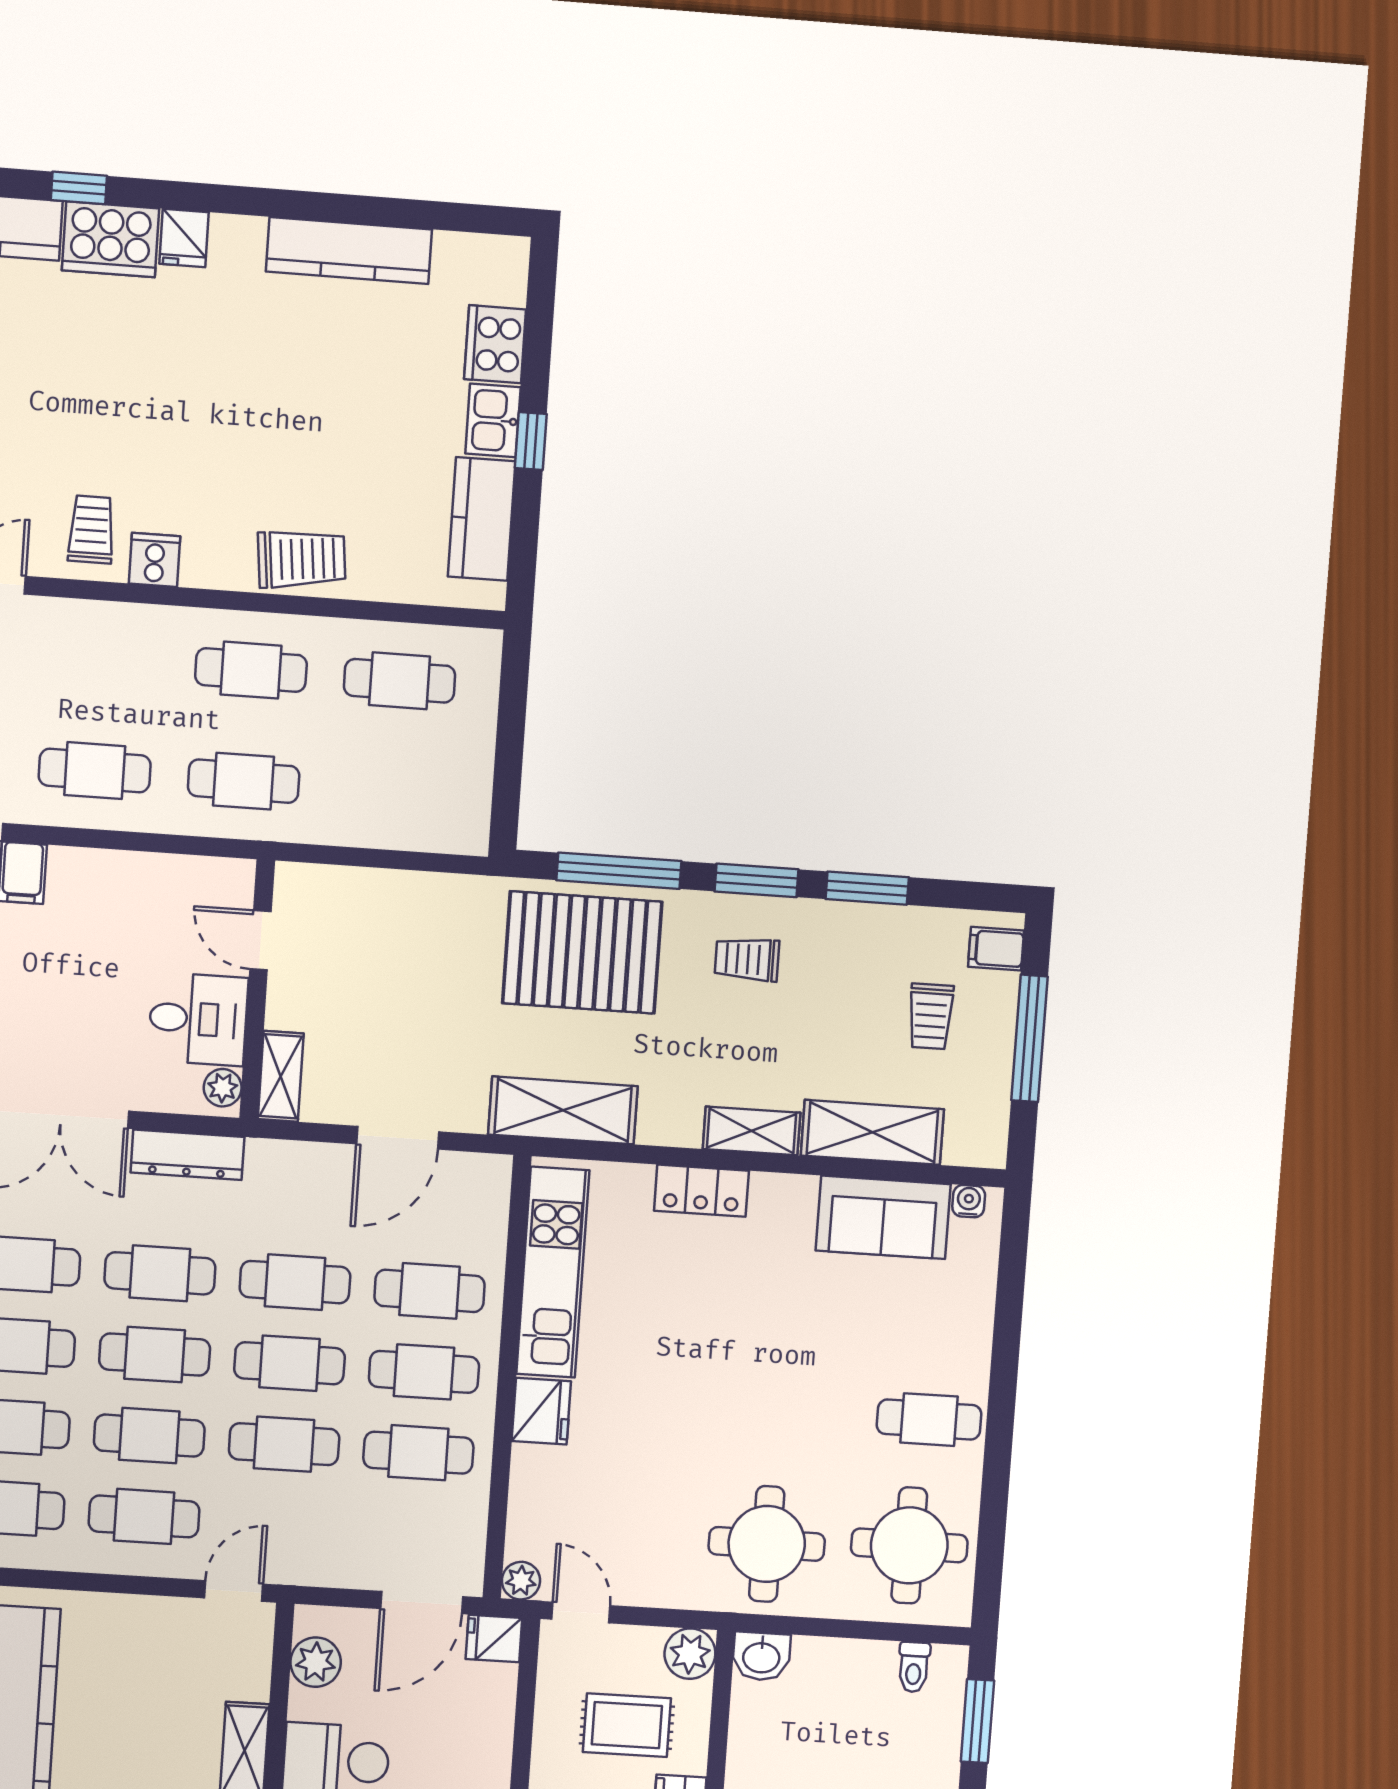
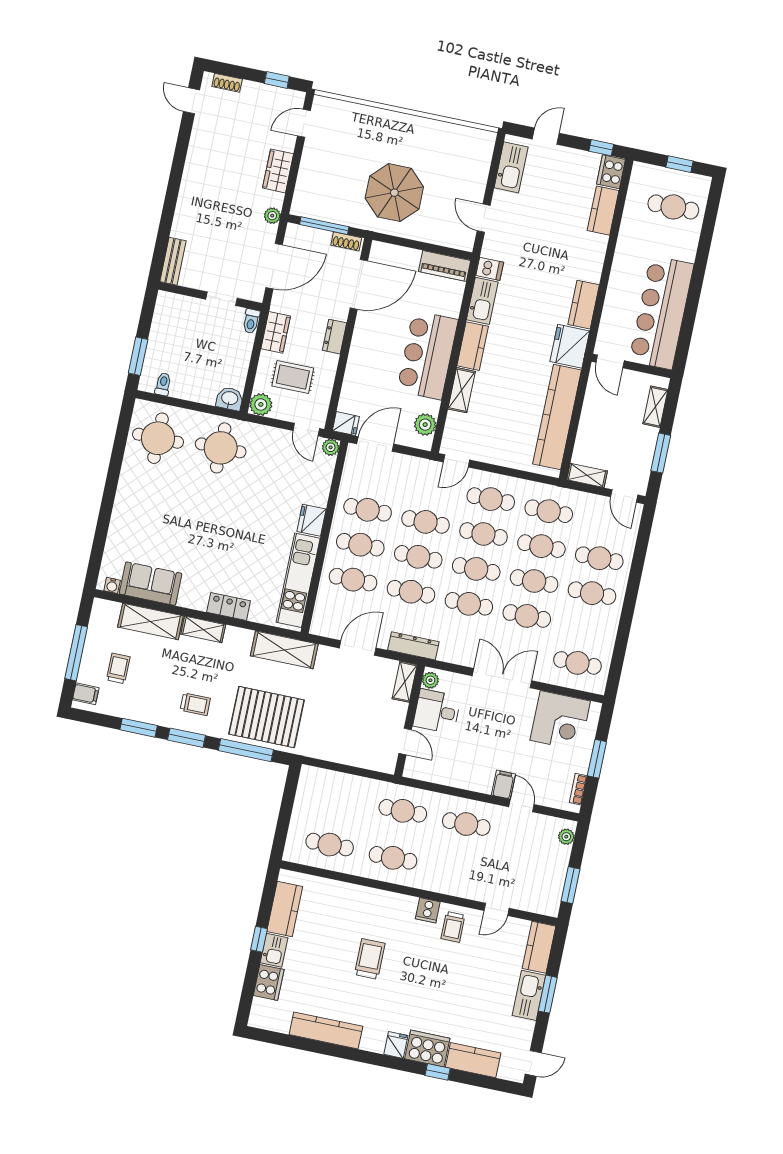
trolley: (302, 559) -> (370, 959), moved, turned 96
dresser: (187, 1155) -> (413, 646), moved
cafe table: (929, 1420) -> (142, 492), removed

